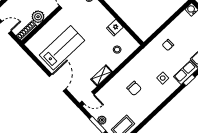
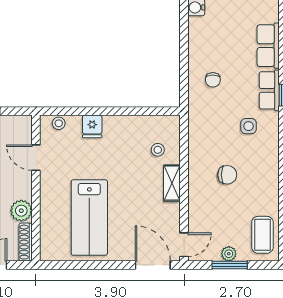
fridge: (115, 28) -> (92, 126), moved
lab bench: (62, 48) -> (89, 217), turned 180
shelving: (102, 75) -> (172, 183), moved
door: (58, 83) -> (153, 265), moved

